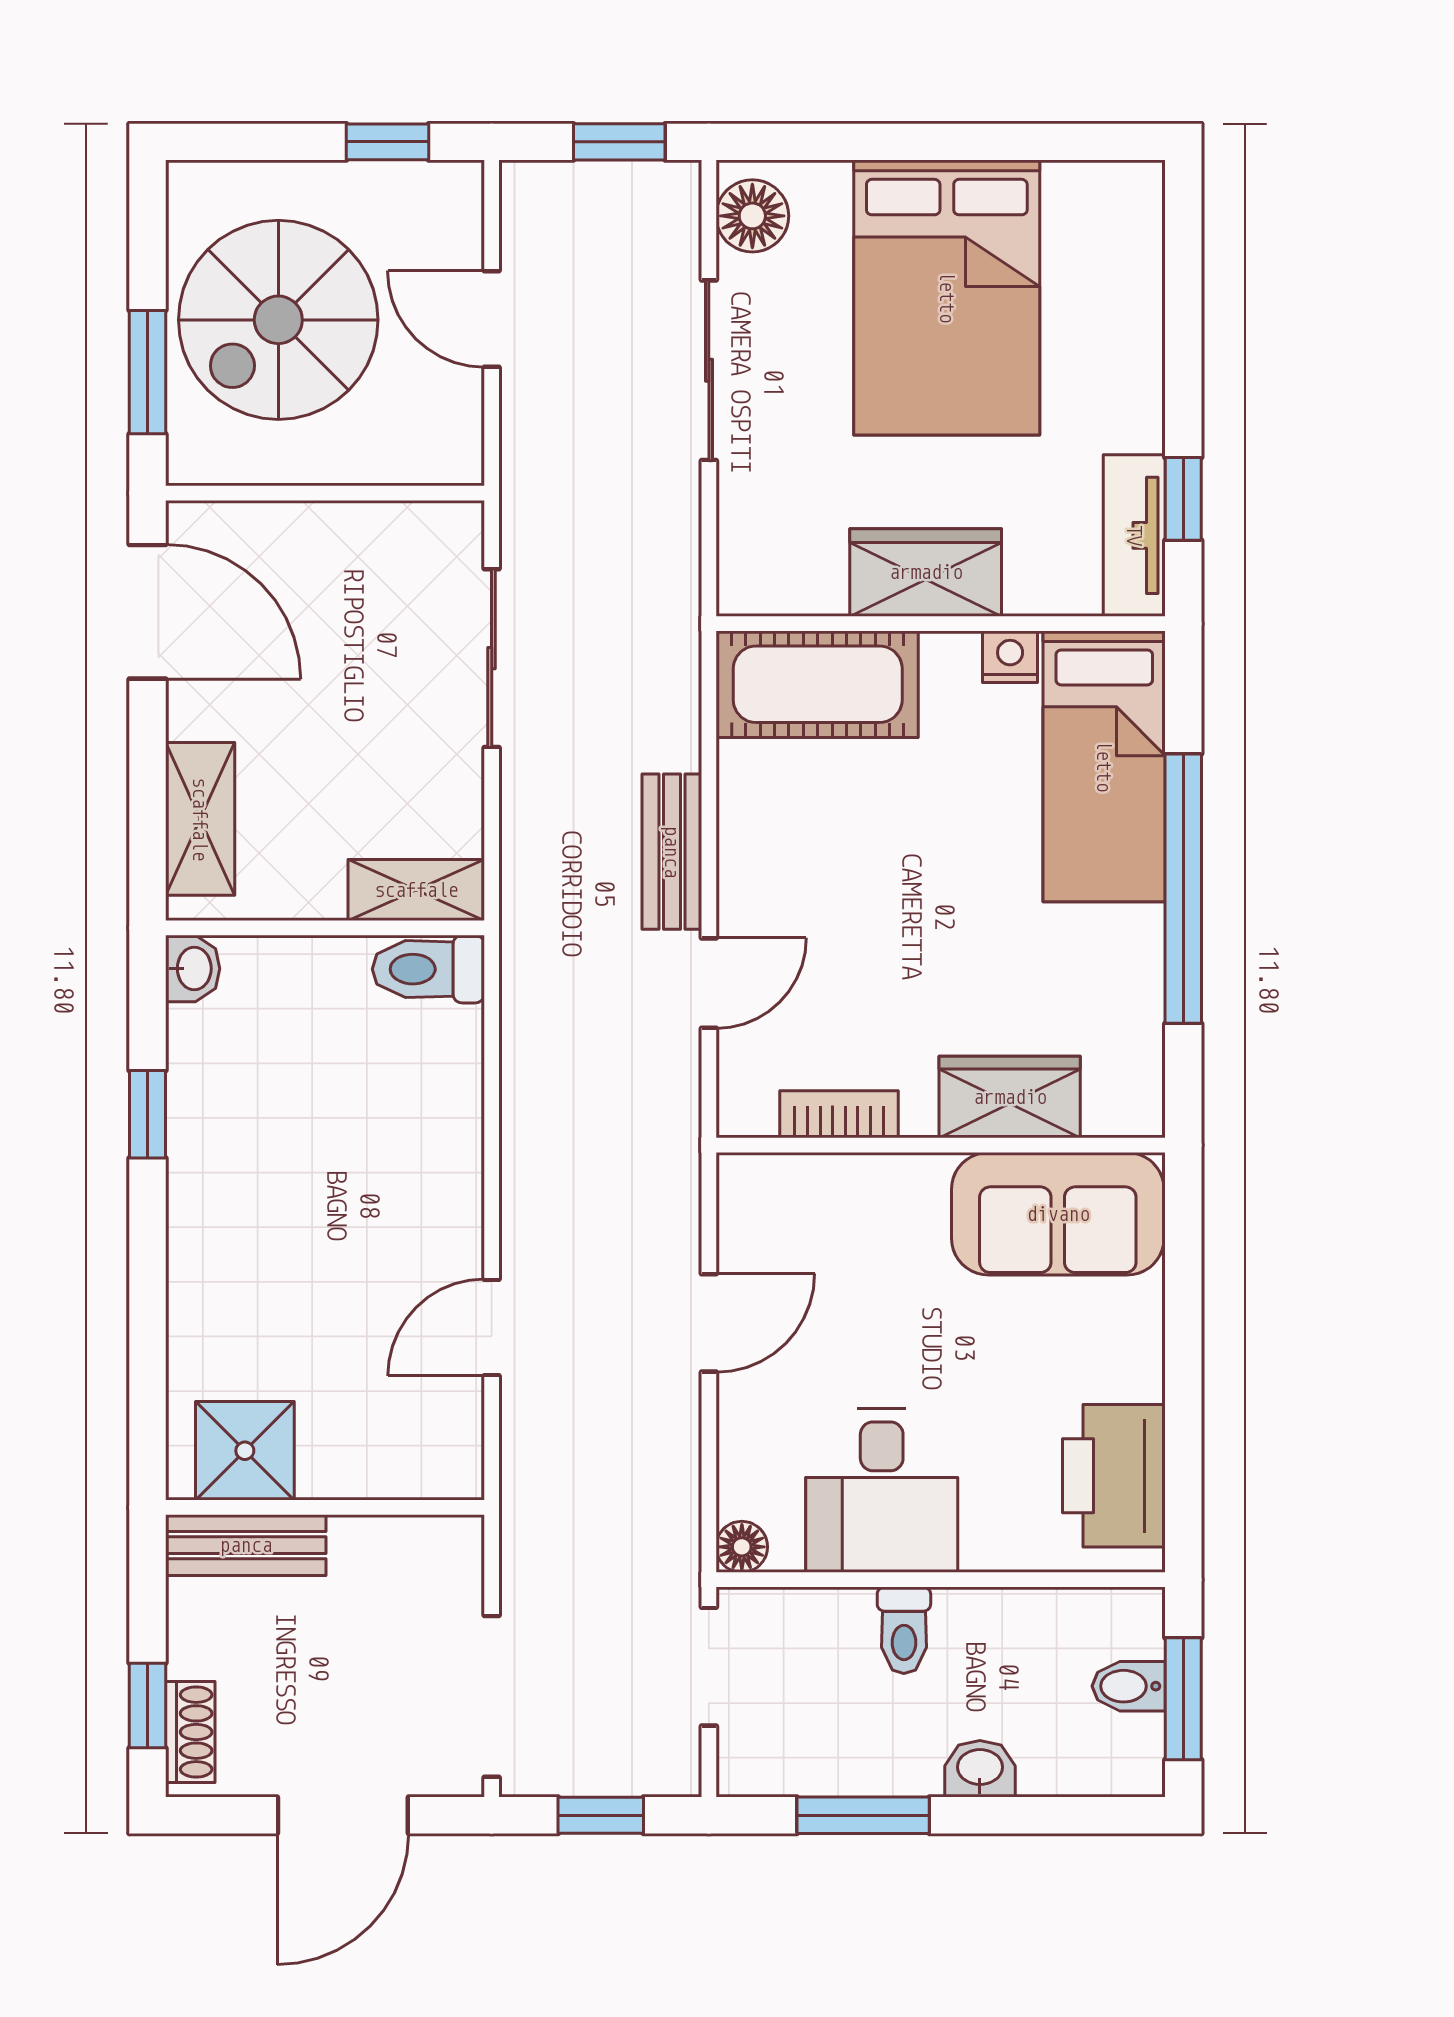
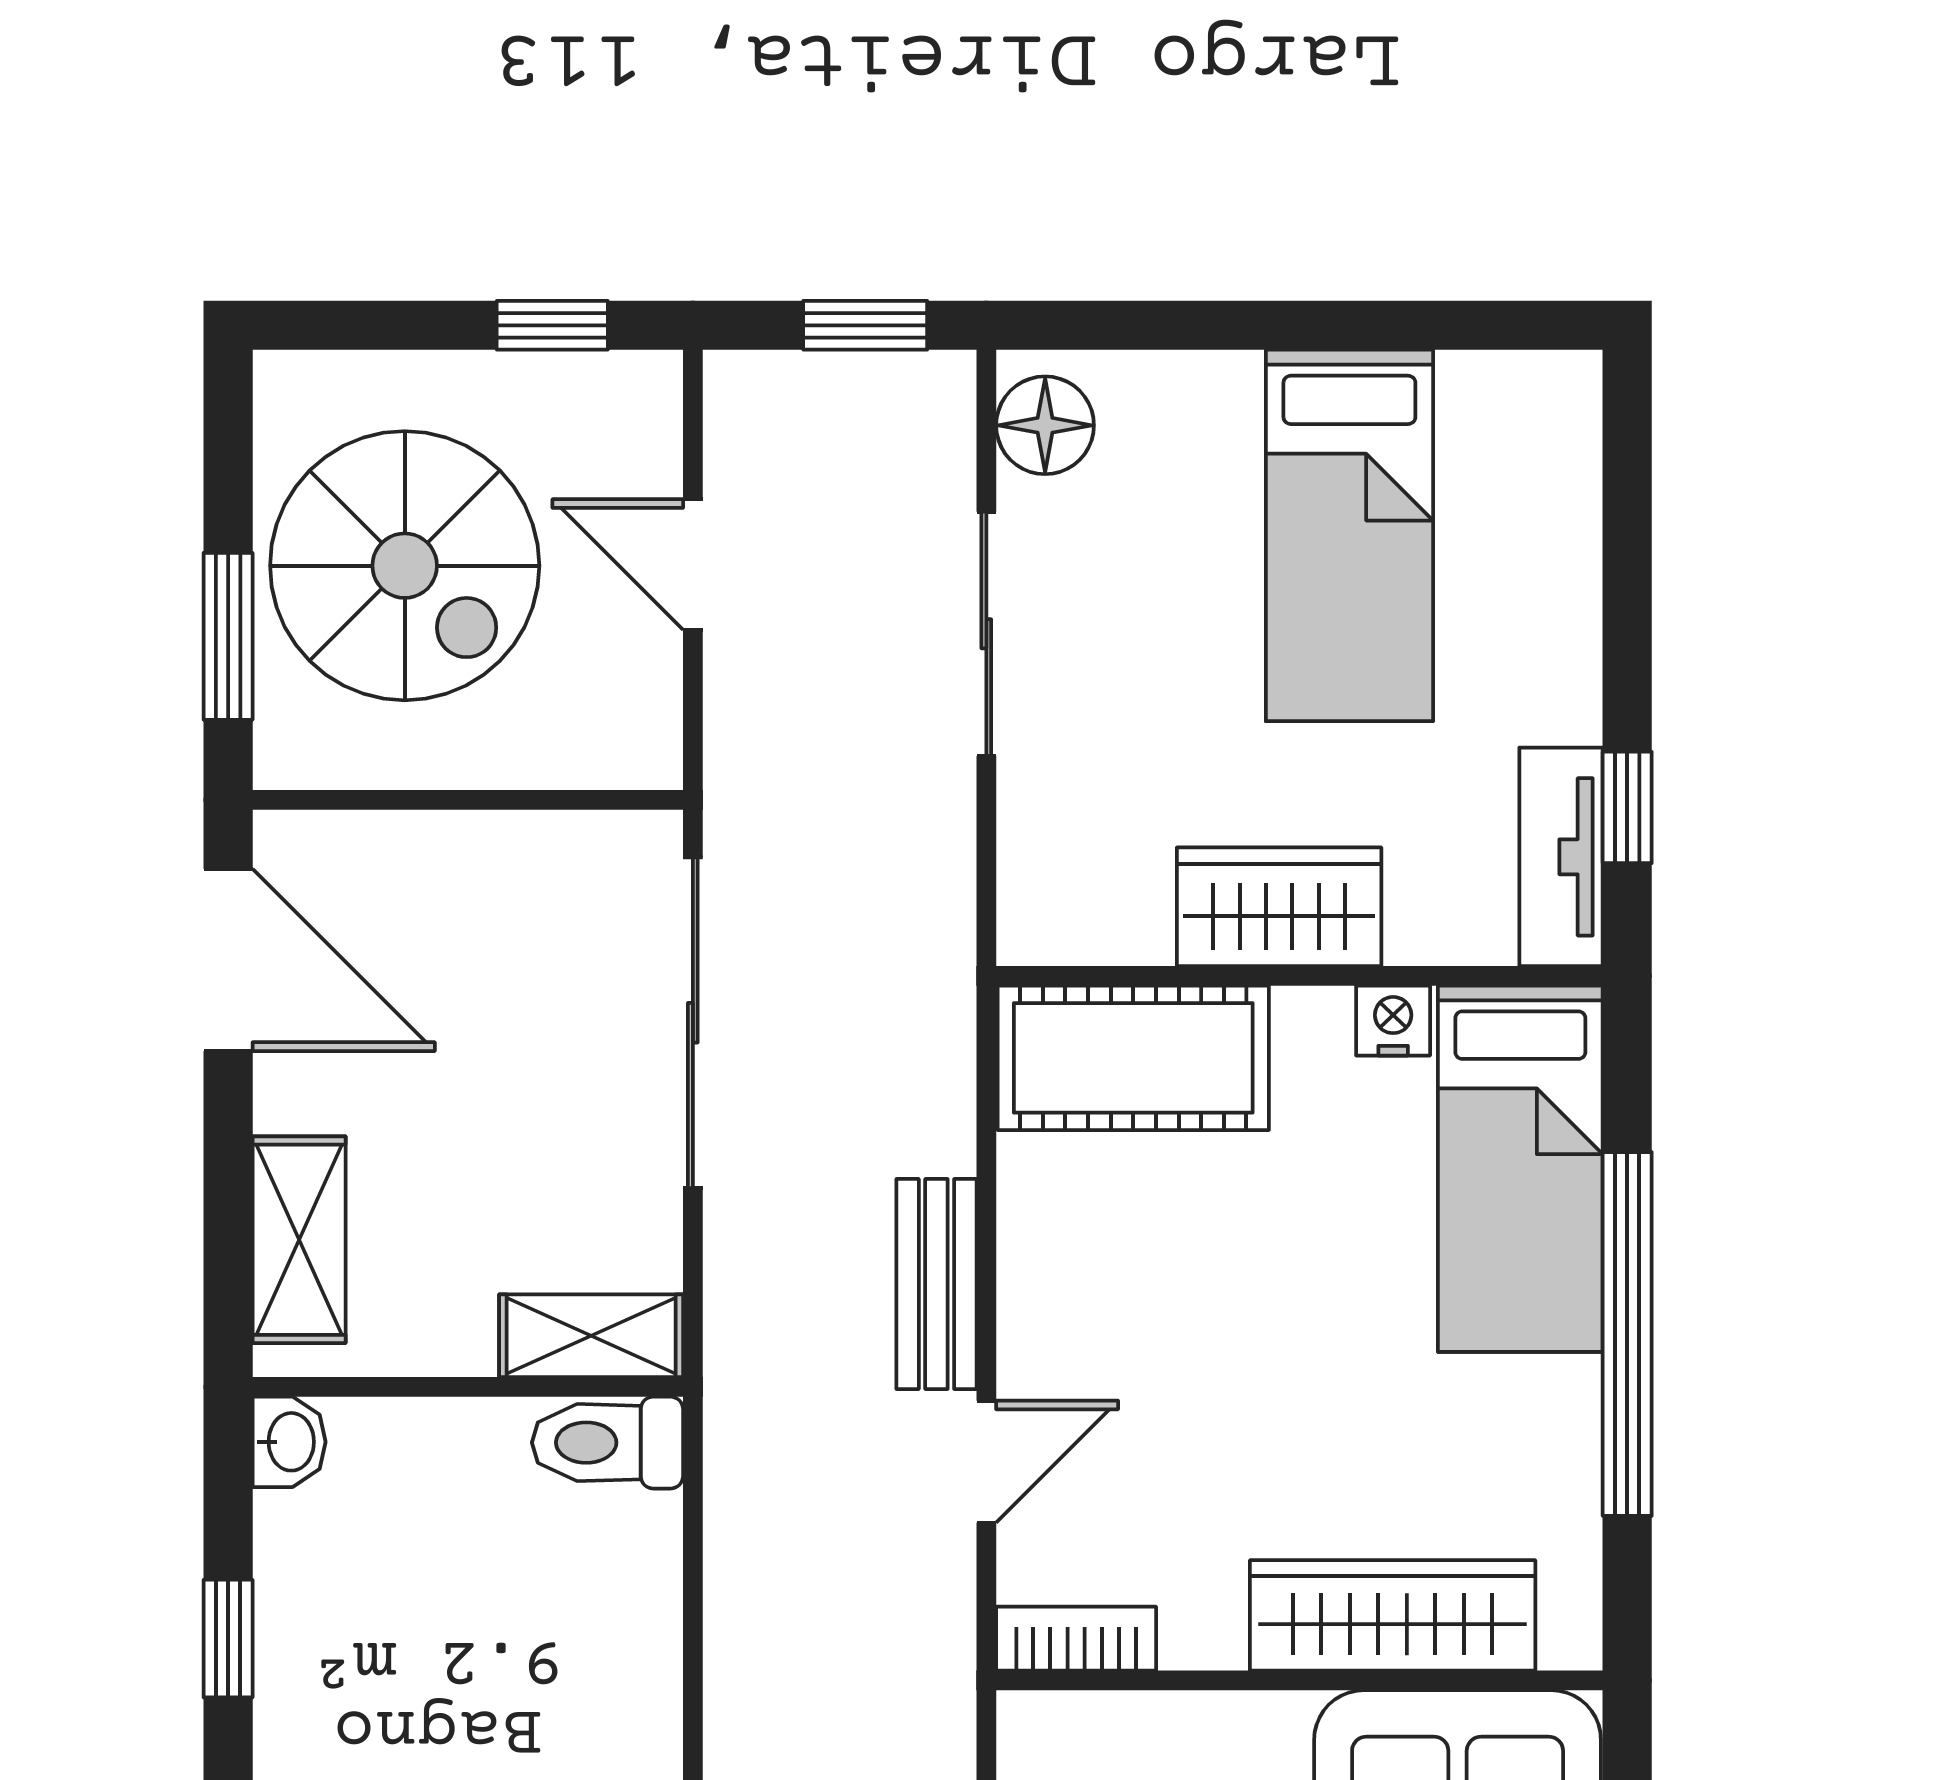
bed: (947, 297) -> (1349, 535), width x0.67
spiral stairs: (278, 320) -> (405, 566), turned -90
sliding door: (492, 658) -> (693, 1023), width x1.37
wardrobe: (1010, 1097) -> (1393, 1615), width x1.50
bookcase: (839, 1114) -> (1076, 1639), moved

